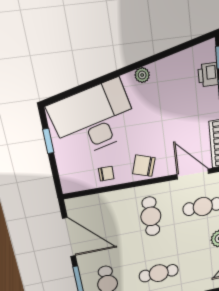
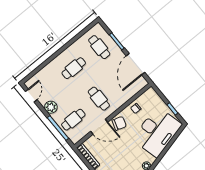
door: (193, 174) -> (99, 127), moved
door: (69, 237) -> (135, 64), hinge flipped

